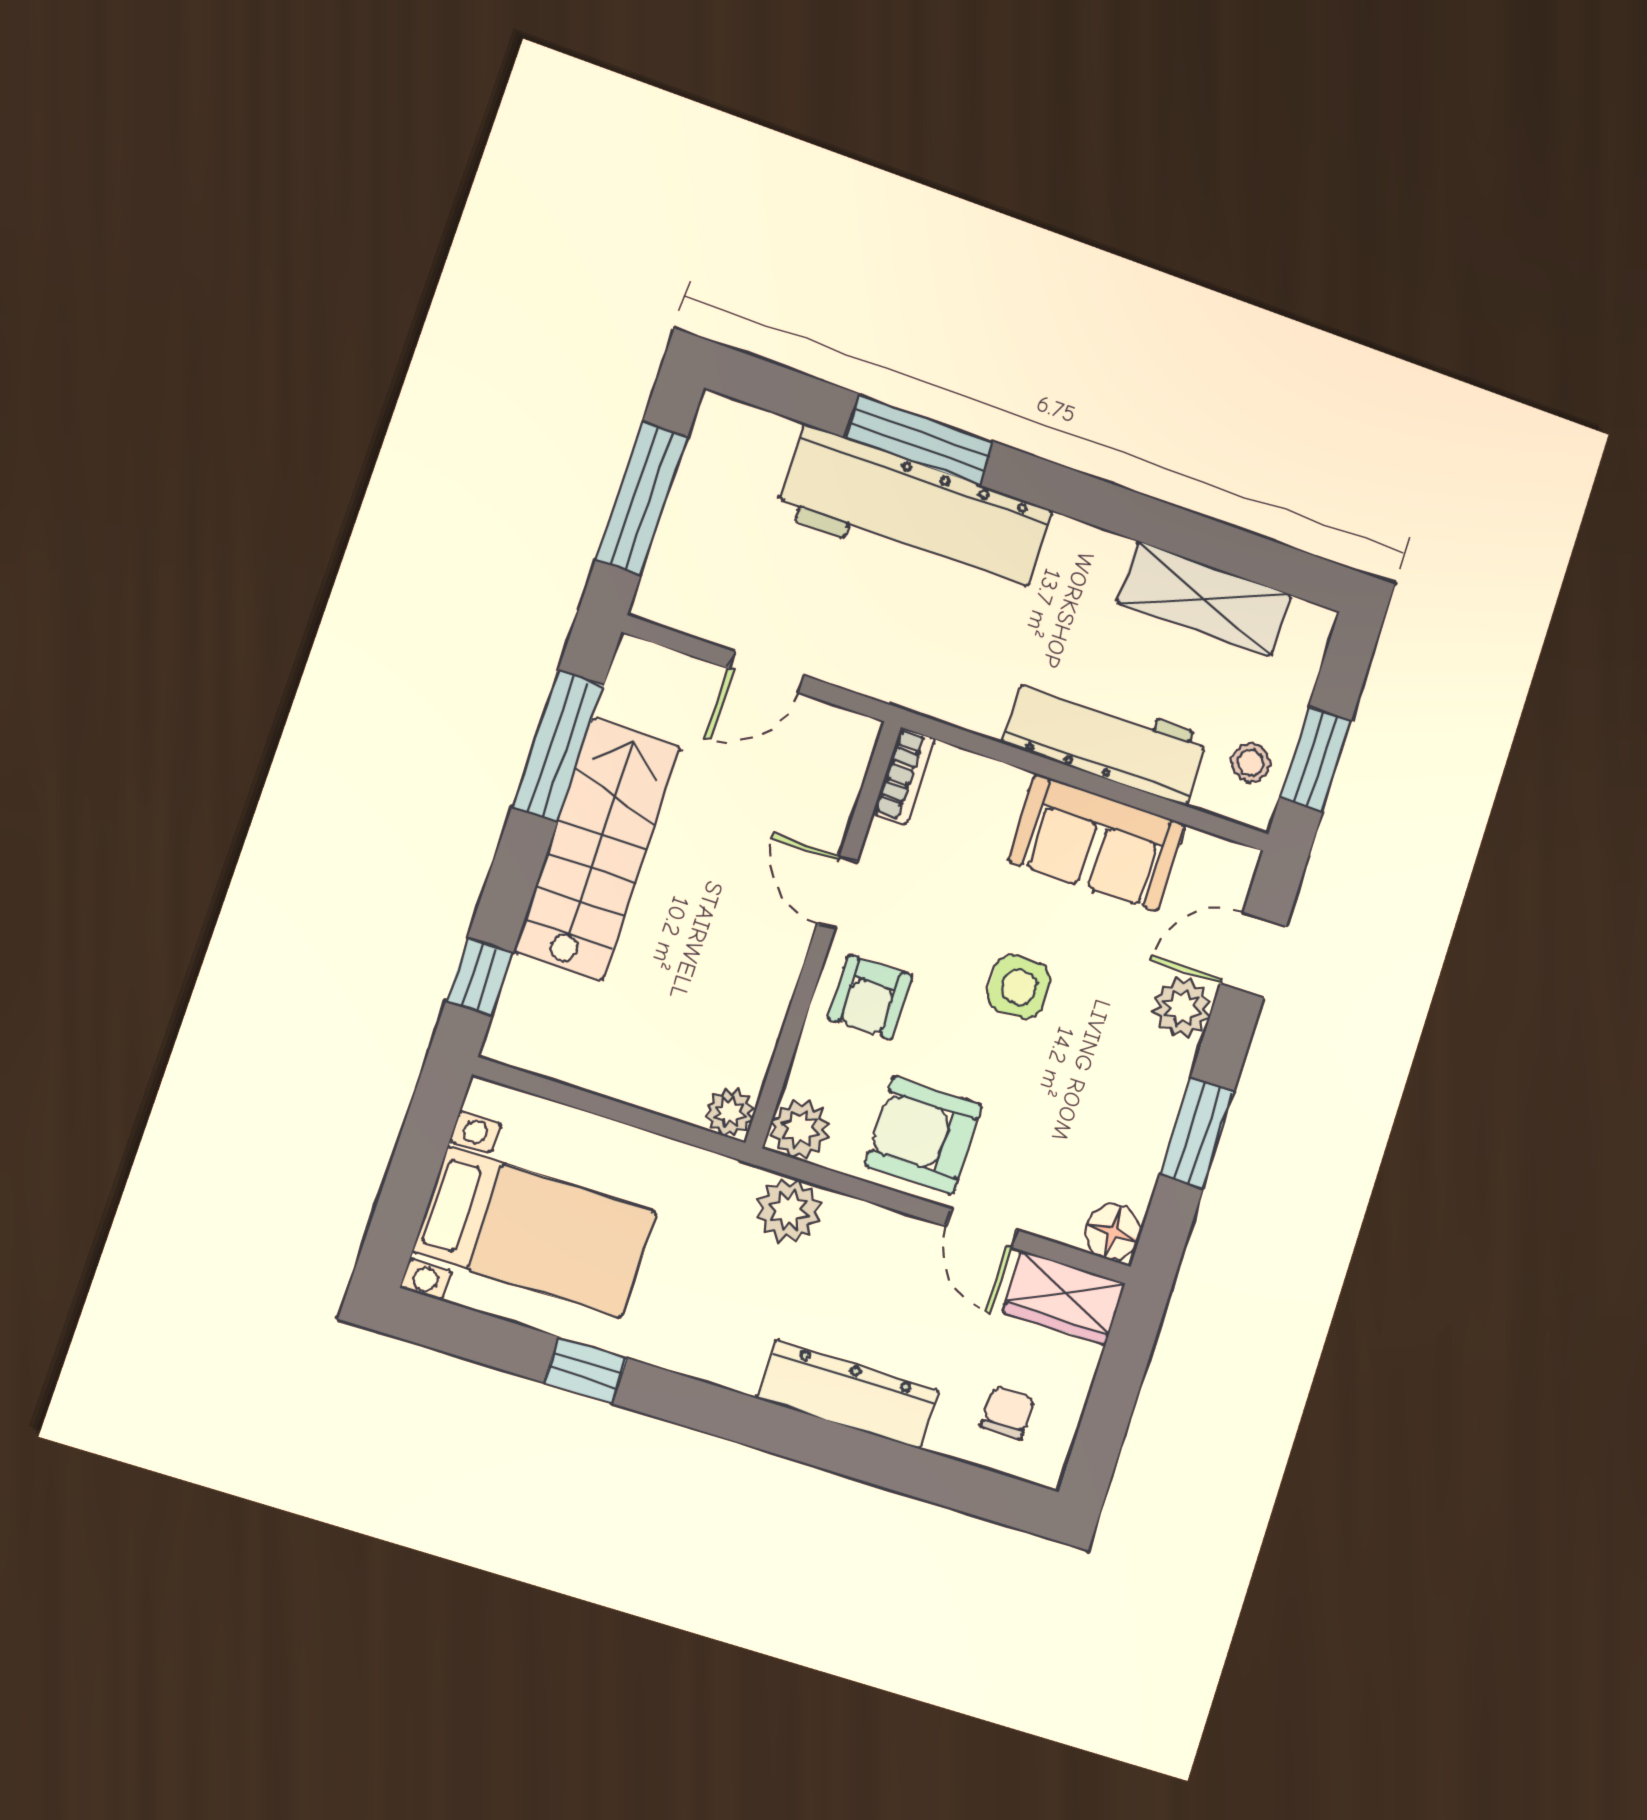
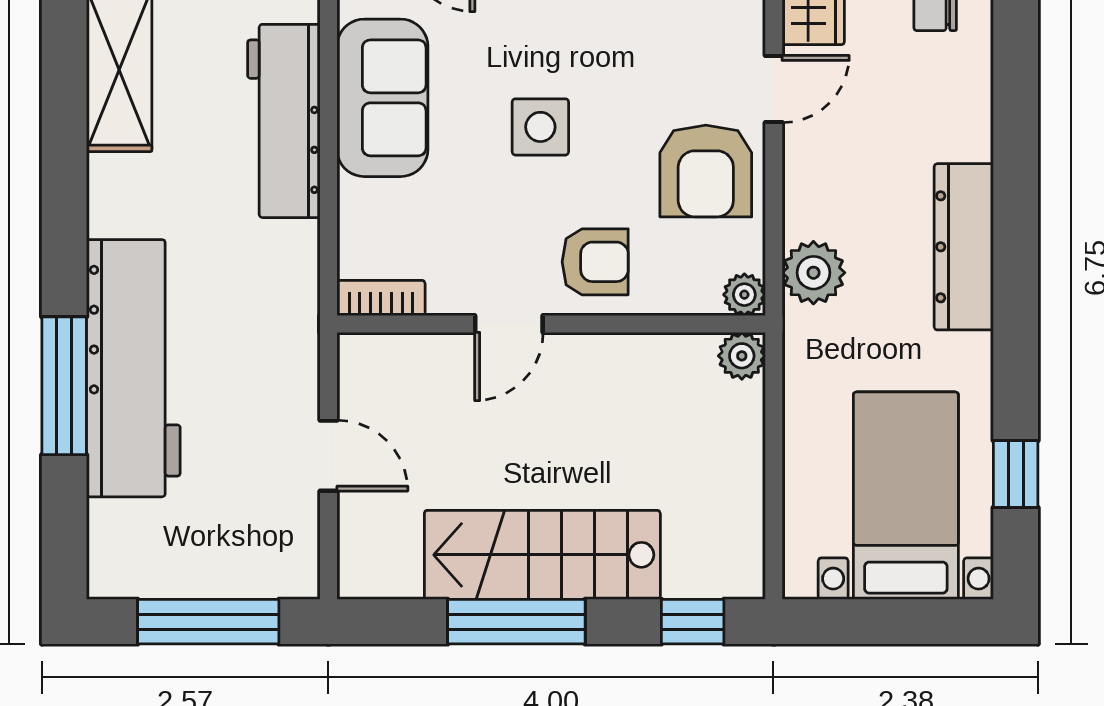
window: (558, 746) -> (516, 622), moved
plant: (800, 1129) -> (744, 295), width x0.73, depth x0.73
window: (585, 1370) -> (1016, 474), moved
dresser: (848, 1394) -> (964, 247), moved

